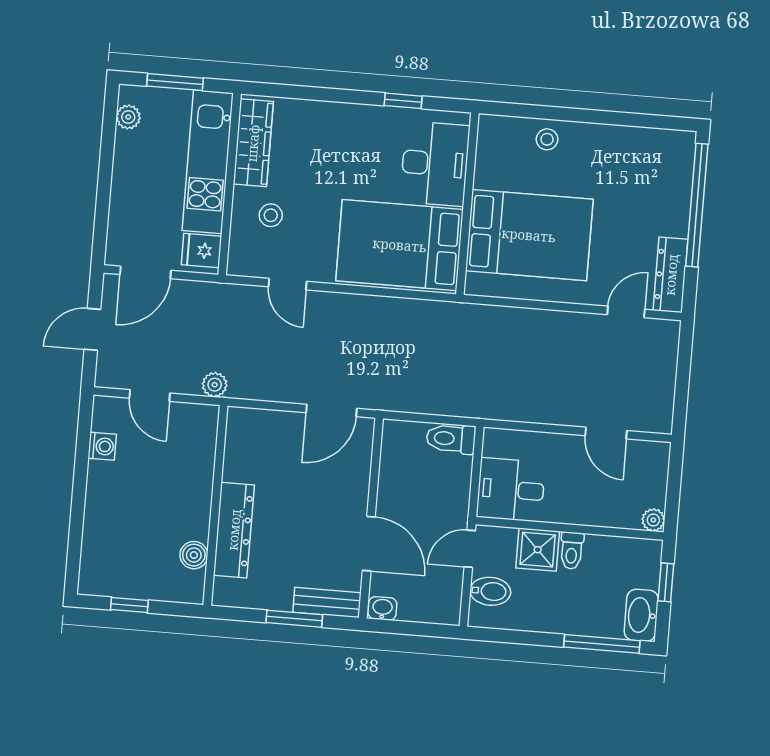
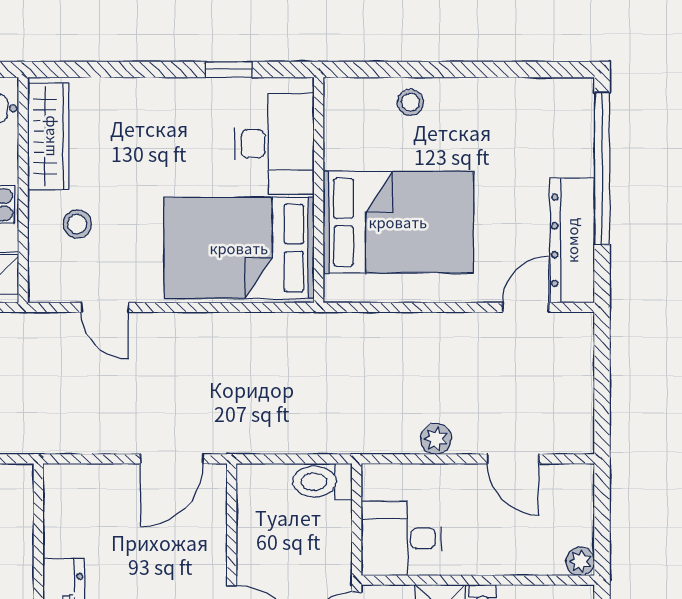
dresser: (671, 275) -> (572, 240), width x1.37, depth x1.24
plant: (215, 385) -> (436, 439), moved

